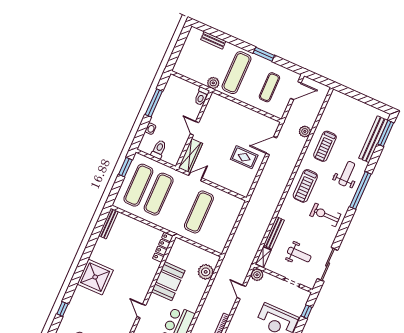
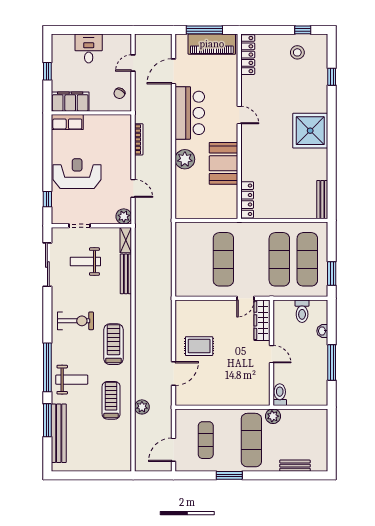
window: (386, 133) -> (47, 420), moved
weight bench: (347, 174) -> (72, 380), turned -90
plant: (206, 272) -> (185, 159), moved

